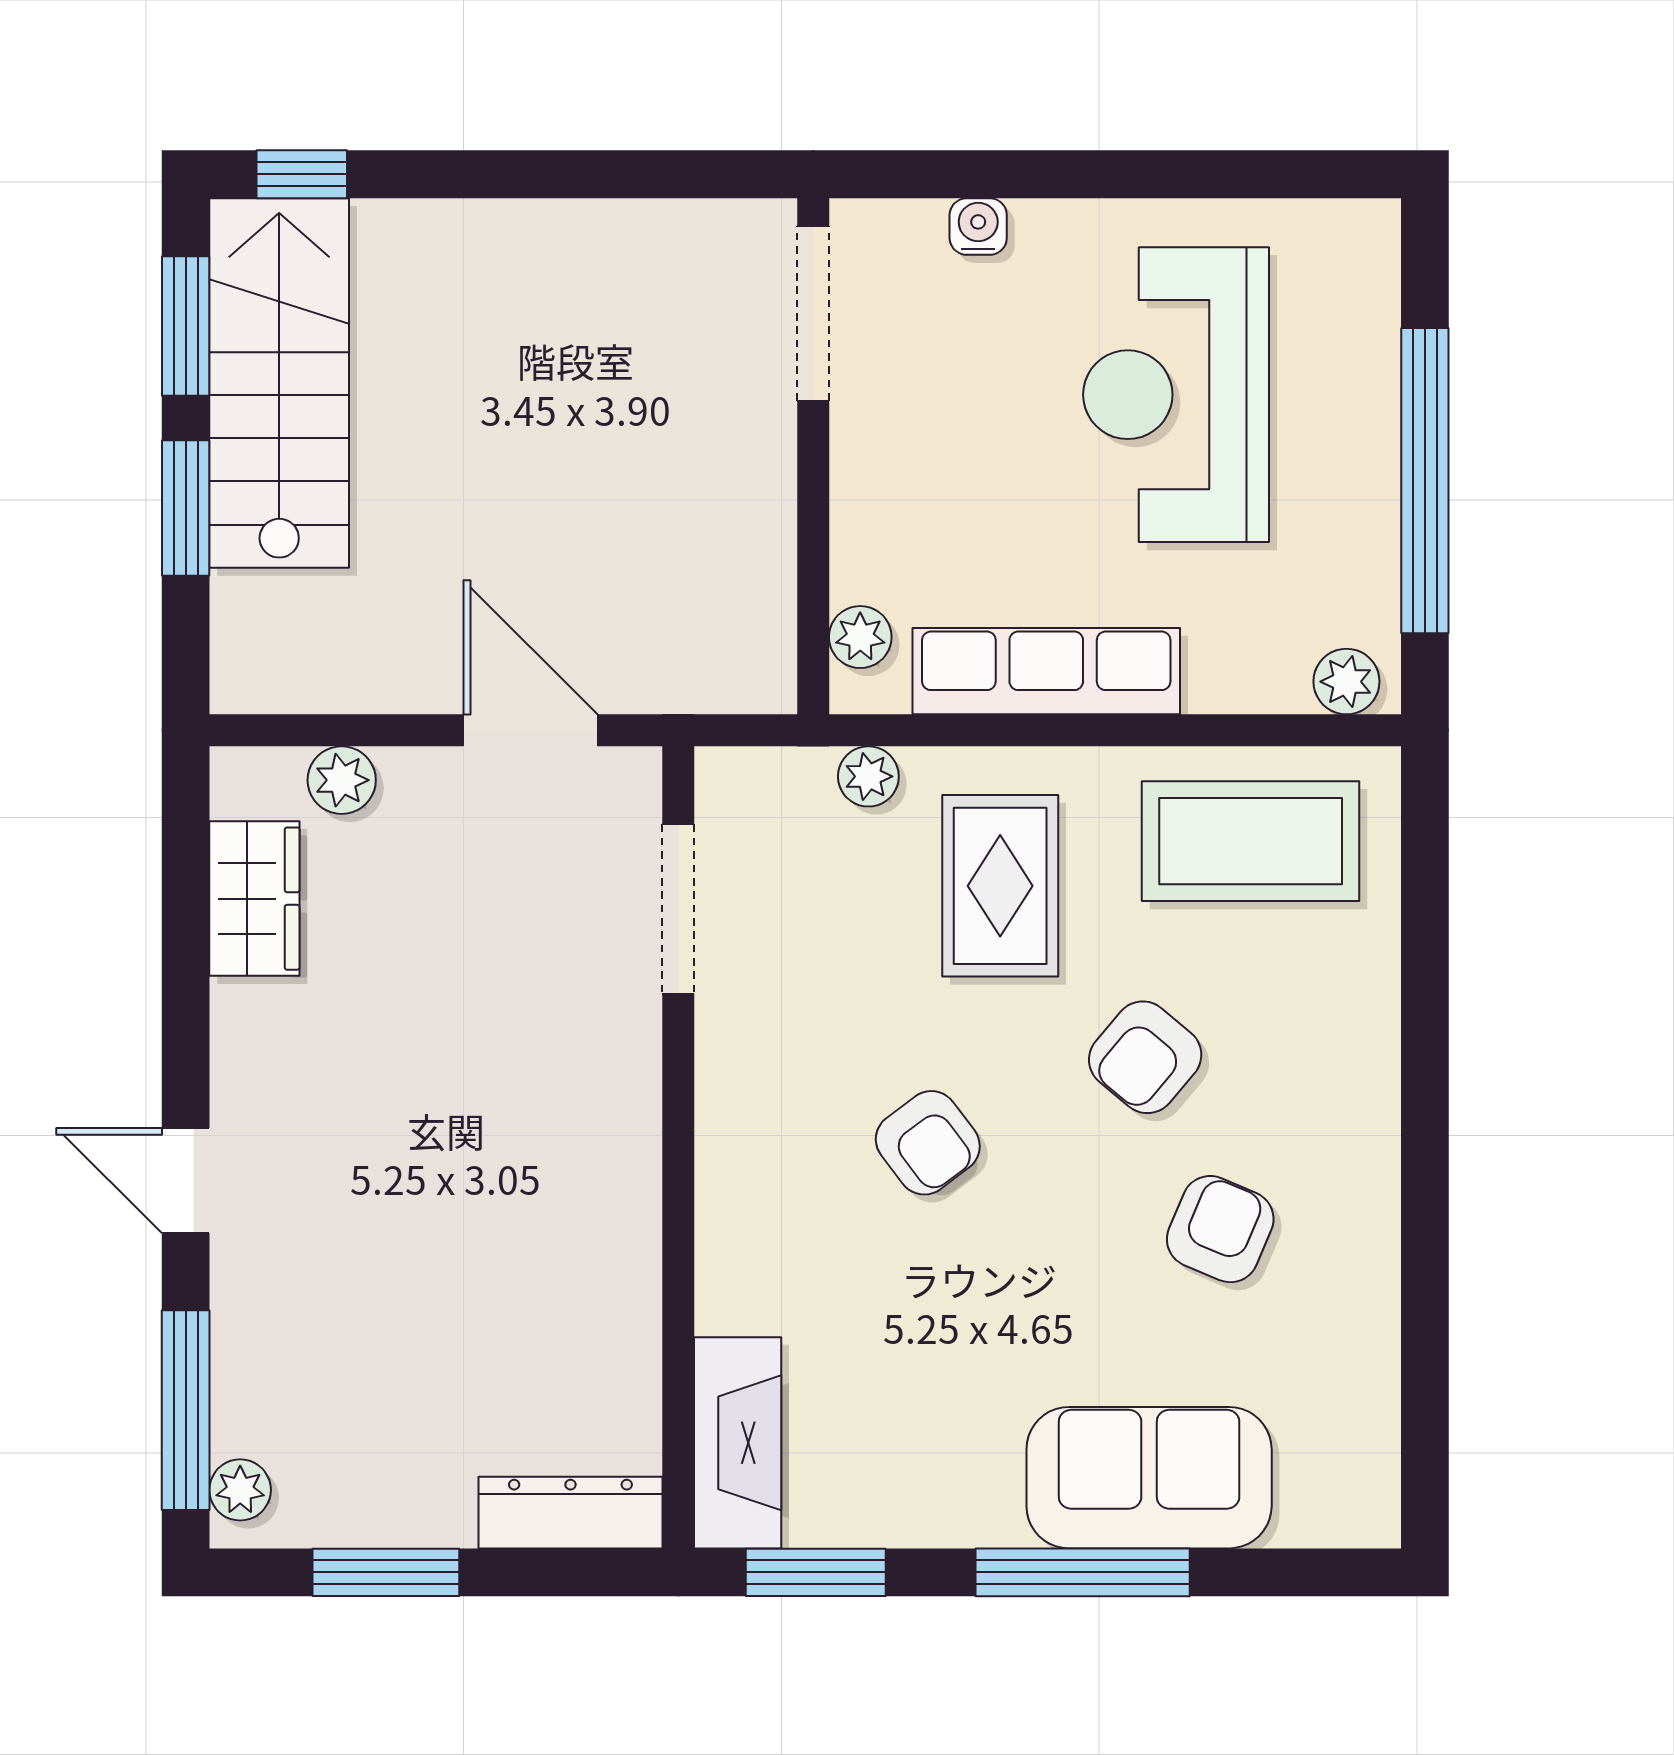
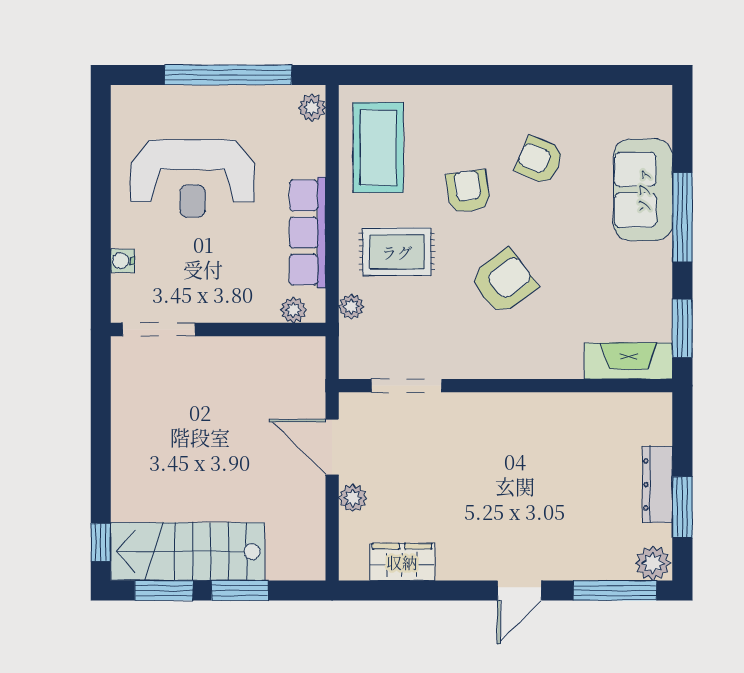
door: (530, 730) -> (332, 447), hinge flipped
plant: (342, 780) -> (353, 498), moved
armchair: (1145, 1057) -> (468, 191), turned -138
armchair: (928, 1143) -> (504, 282), width x1.38, depth x1.38
plant: (240, 1490) -> (653, 563), width x1.38, depth x1.38
dresser: (570, 1513) -> (657, 485), moved

